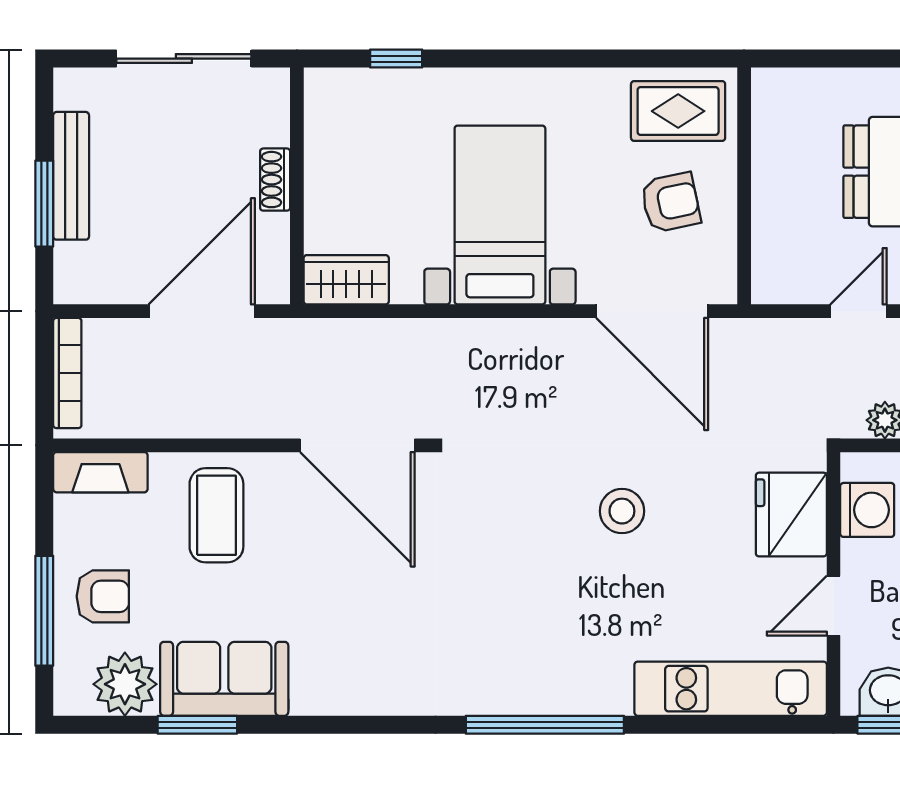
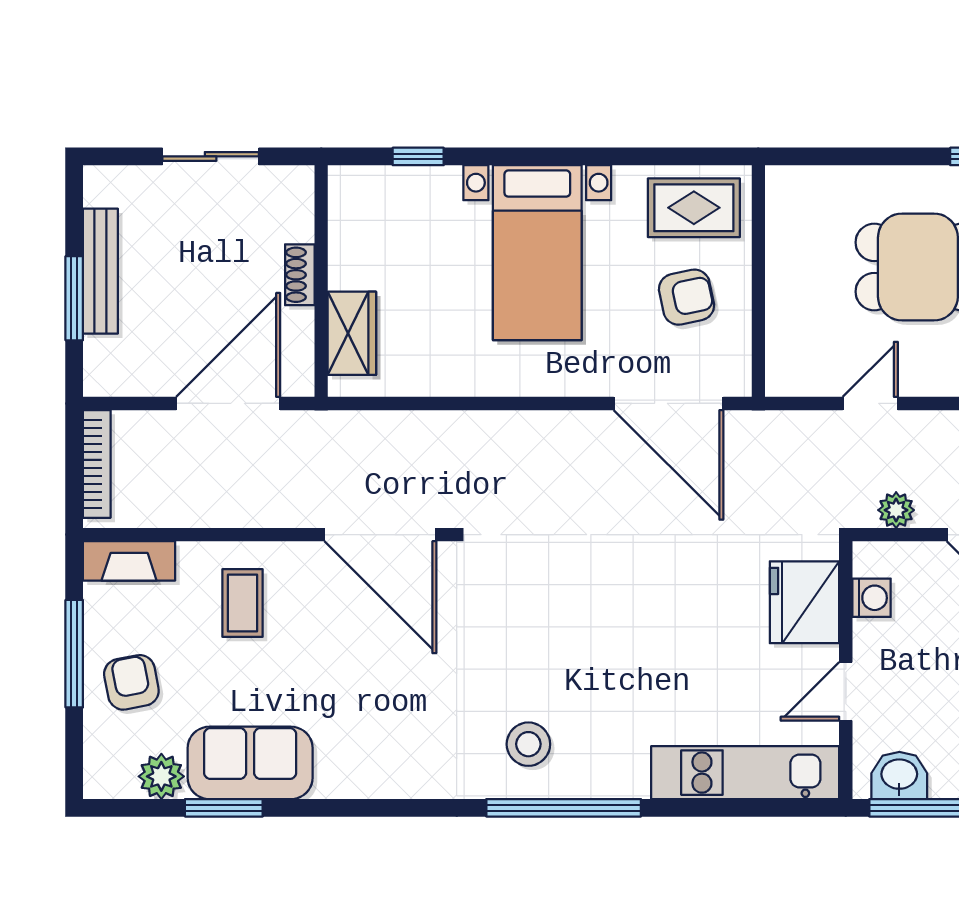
sliding door: (184, 59) -> (211, 156), width x0.73
bed with nightstands: (500, 215) -> (537, 253), moved, turned 180
wardrobe: (346, 280) -> (352, 333), moved, turned 90
washing machine: (867, 510) -> (872, 598), width x0.73, depth x0.73
stool: (622, 511) -> (528, 744), moved
coffee table: (216, 515) -> (243, 603), width x0.73, depth x0.77
armchair: (103, 596) -> (131, 682), turned -101
window: (44, 611) -> (74, 654), moved
plant: (125, 684) -> (161, 776), width x0.73, depth x0.73

